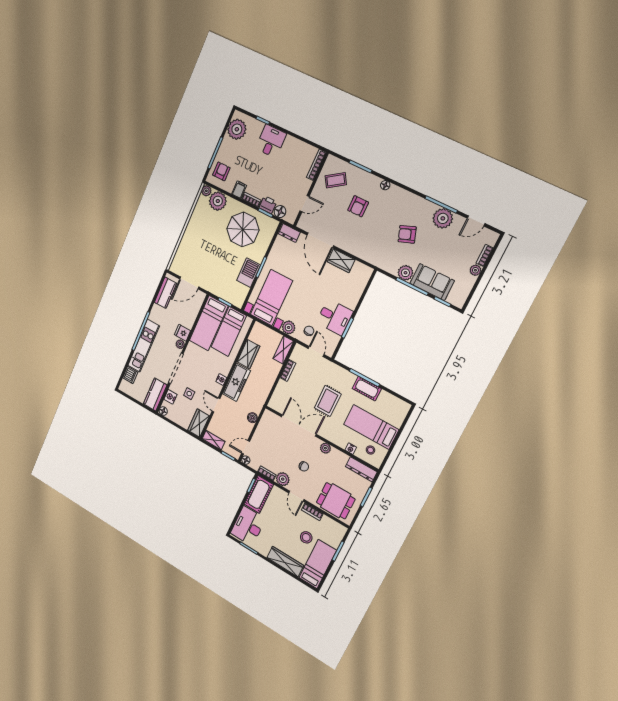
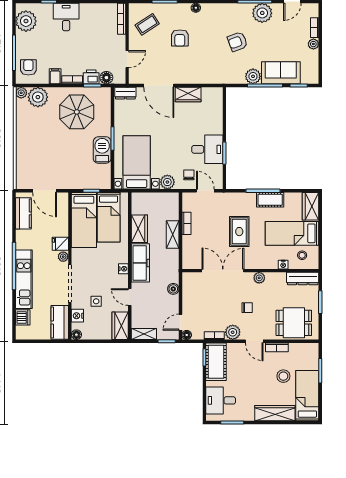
door: (189, 283) -> (45, 191), hinge flipped
shelving: (283, 350) -> (173, 235), moved
wardrobe: (399, 413) -> (311, 206), added
desk: (248, 526) -> (221, 400), width x0.73

